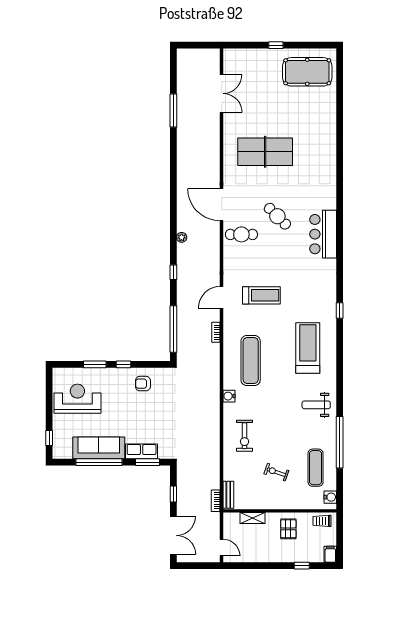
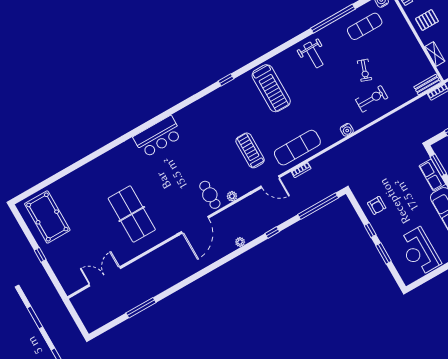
cafe table: (277, 216) -> (178, 174), removed
bar counter: (323, 234) -> (158, 137), moved
plant: (228, 254) -> (232, 196), added
treadmill: (308, 348) -> (271, 88), turned -90
exercise mat: (251, 361) -> (297, 148), moved
exercise bike: (276, 472) -> (364, 70), moved

